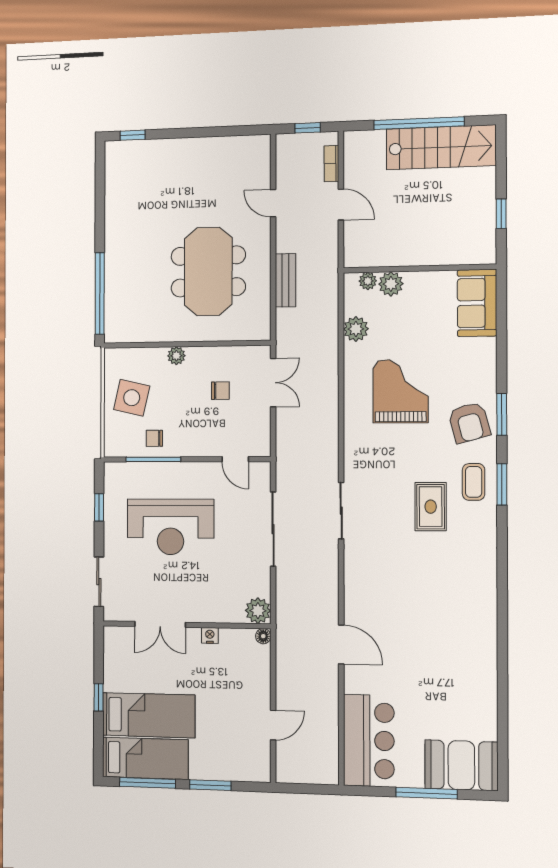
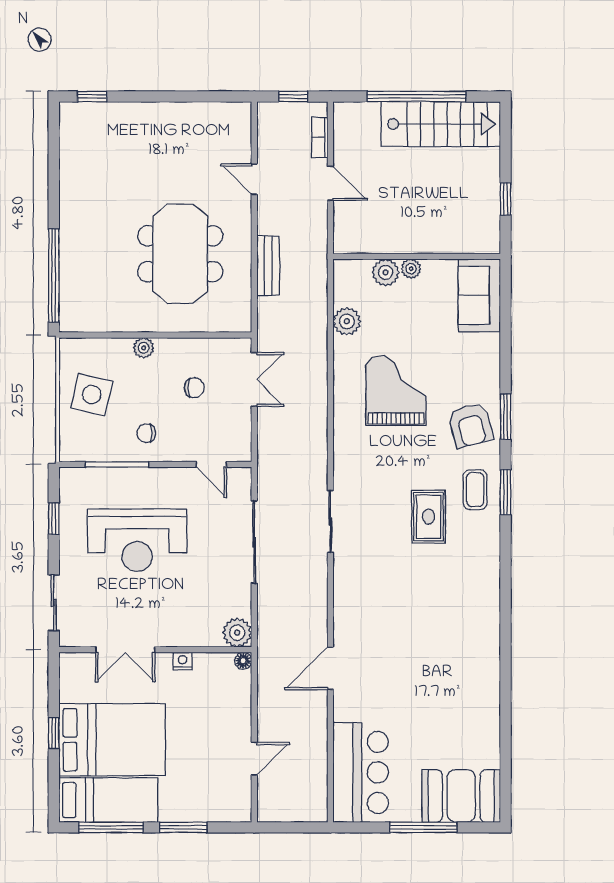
plant: (368, 281) -> (411, 269), moved
chair: (154, 438) -> (146, 433), moved
door: (341, 644) -> (330, 668), swing flipped
bed: (149, 715) -> (112, 740), width x1.50

